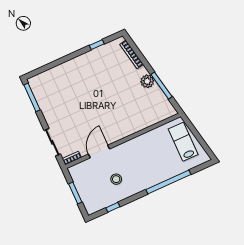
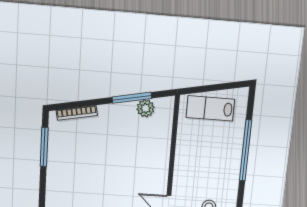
window: (97, 45) -> (44, 147), width x2.17
plant: (147, 81) -> (146, 108), moved

